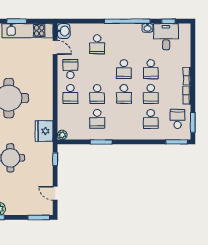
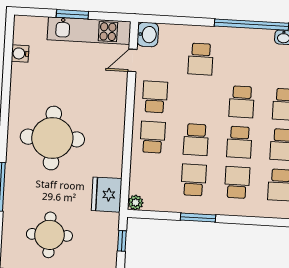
door: (55, 47) -> (132, 60), swing flipped
school desk: (70, 94) -> (153, 137), turned 180
school desk: (97, 119) -> (194, 180), turned 180
school desk: (124, 119) -> (237, 182), added

